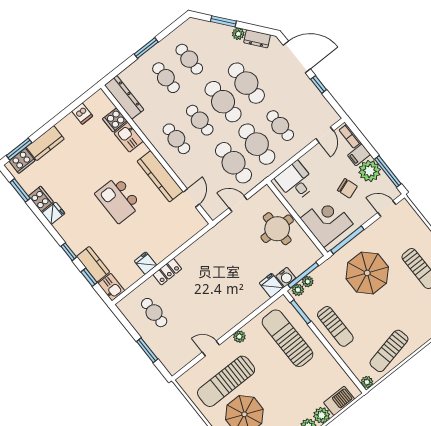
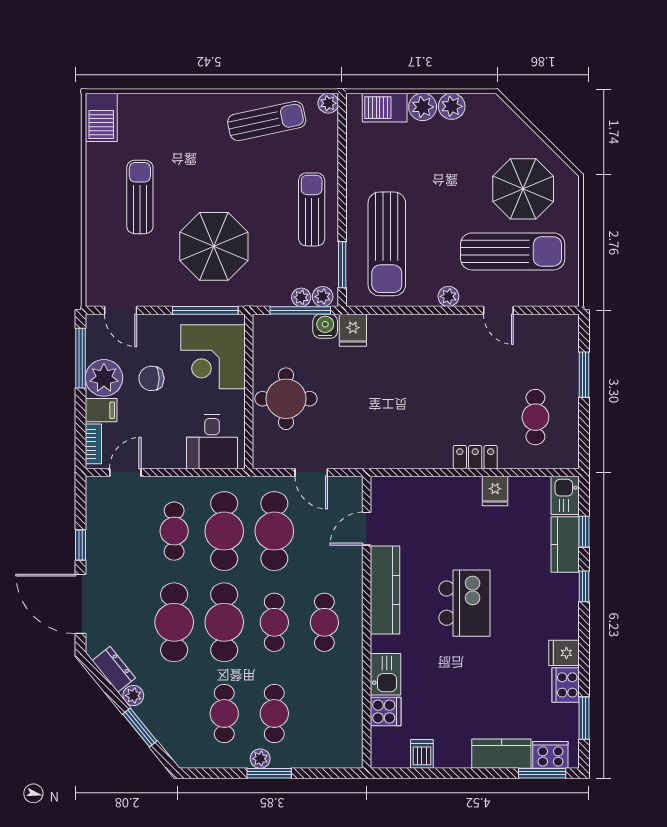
plant: (156, 51) -> (260, 759), added
dresser: (124, 97) -> (350, 731), removed
chair: (347, 188) -> (151, 378), turned -71

